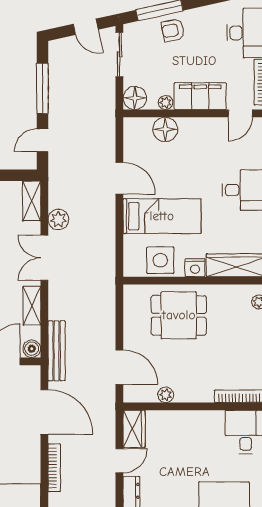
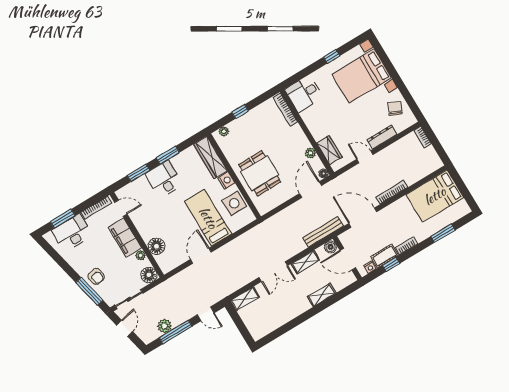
plant: (58, 219) -> (164, 326), moved
floor lamp: (130, 396) -> (324, 173), added
door: (44, 412) -> (363, 218), hinge flipped
wardrobe: (134, 429) -> (329, 150), moved, turned 90

